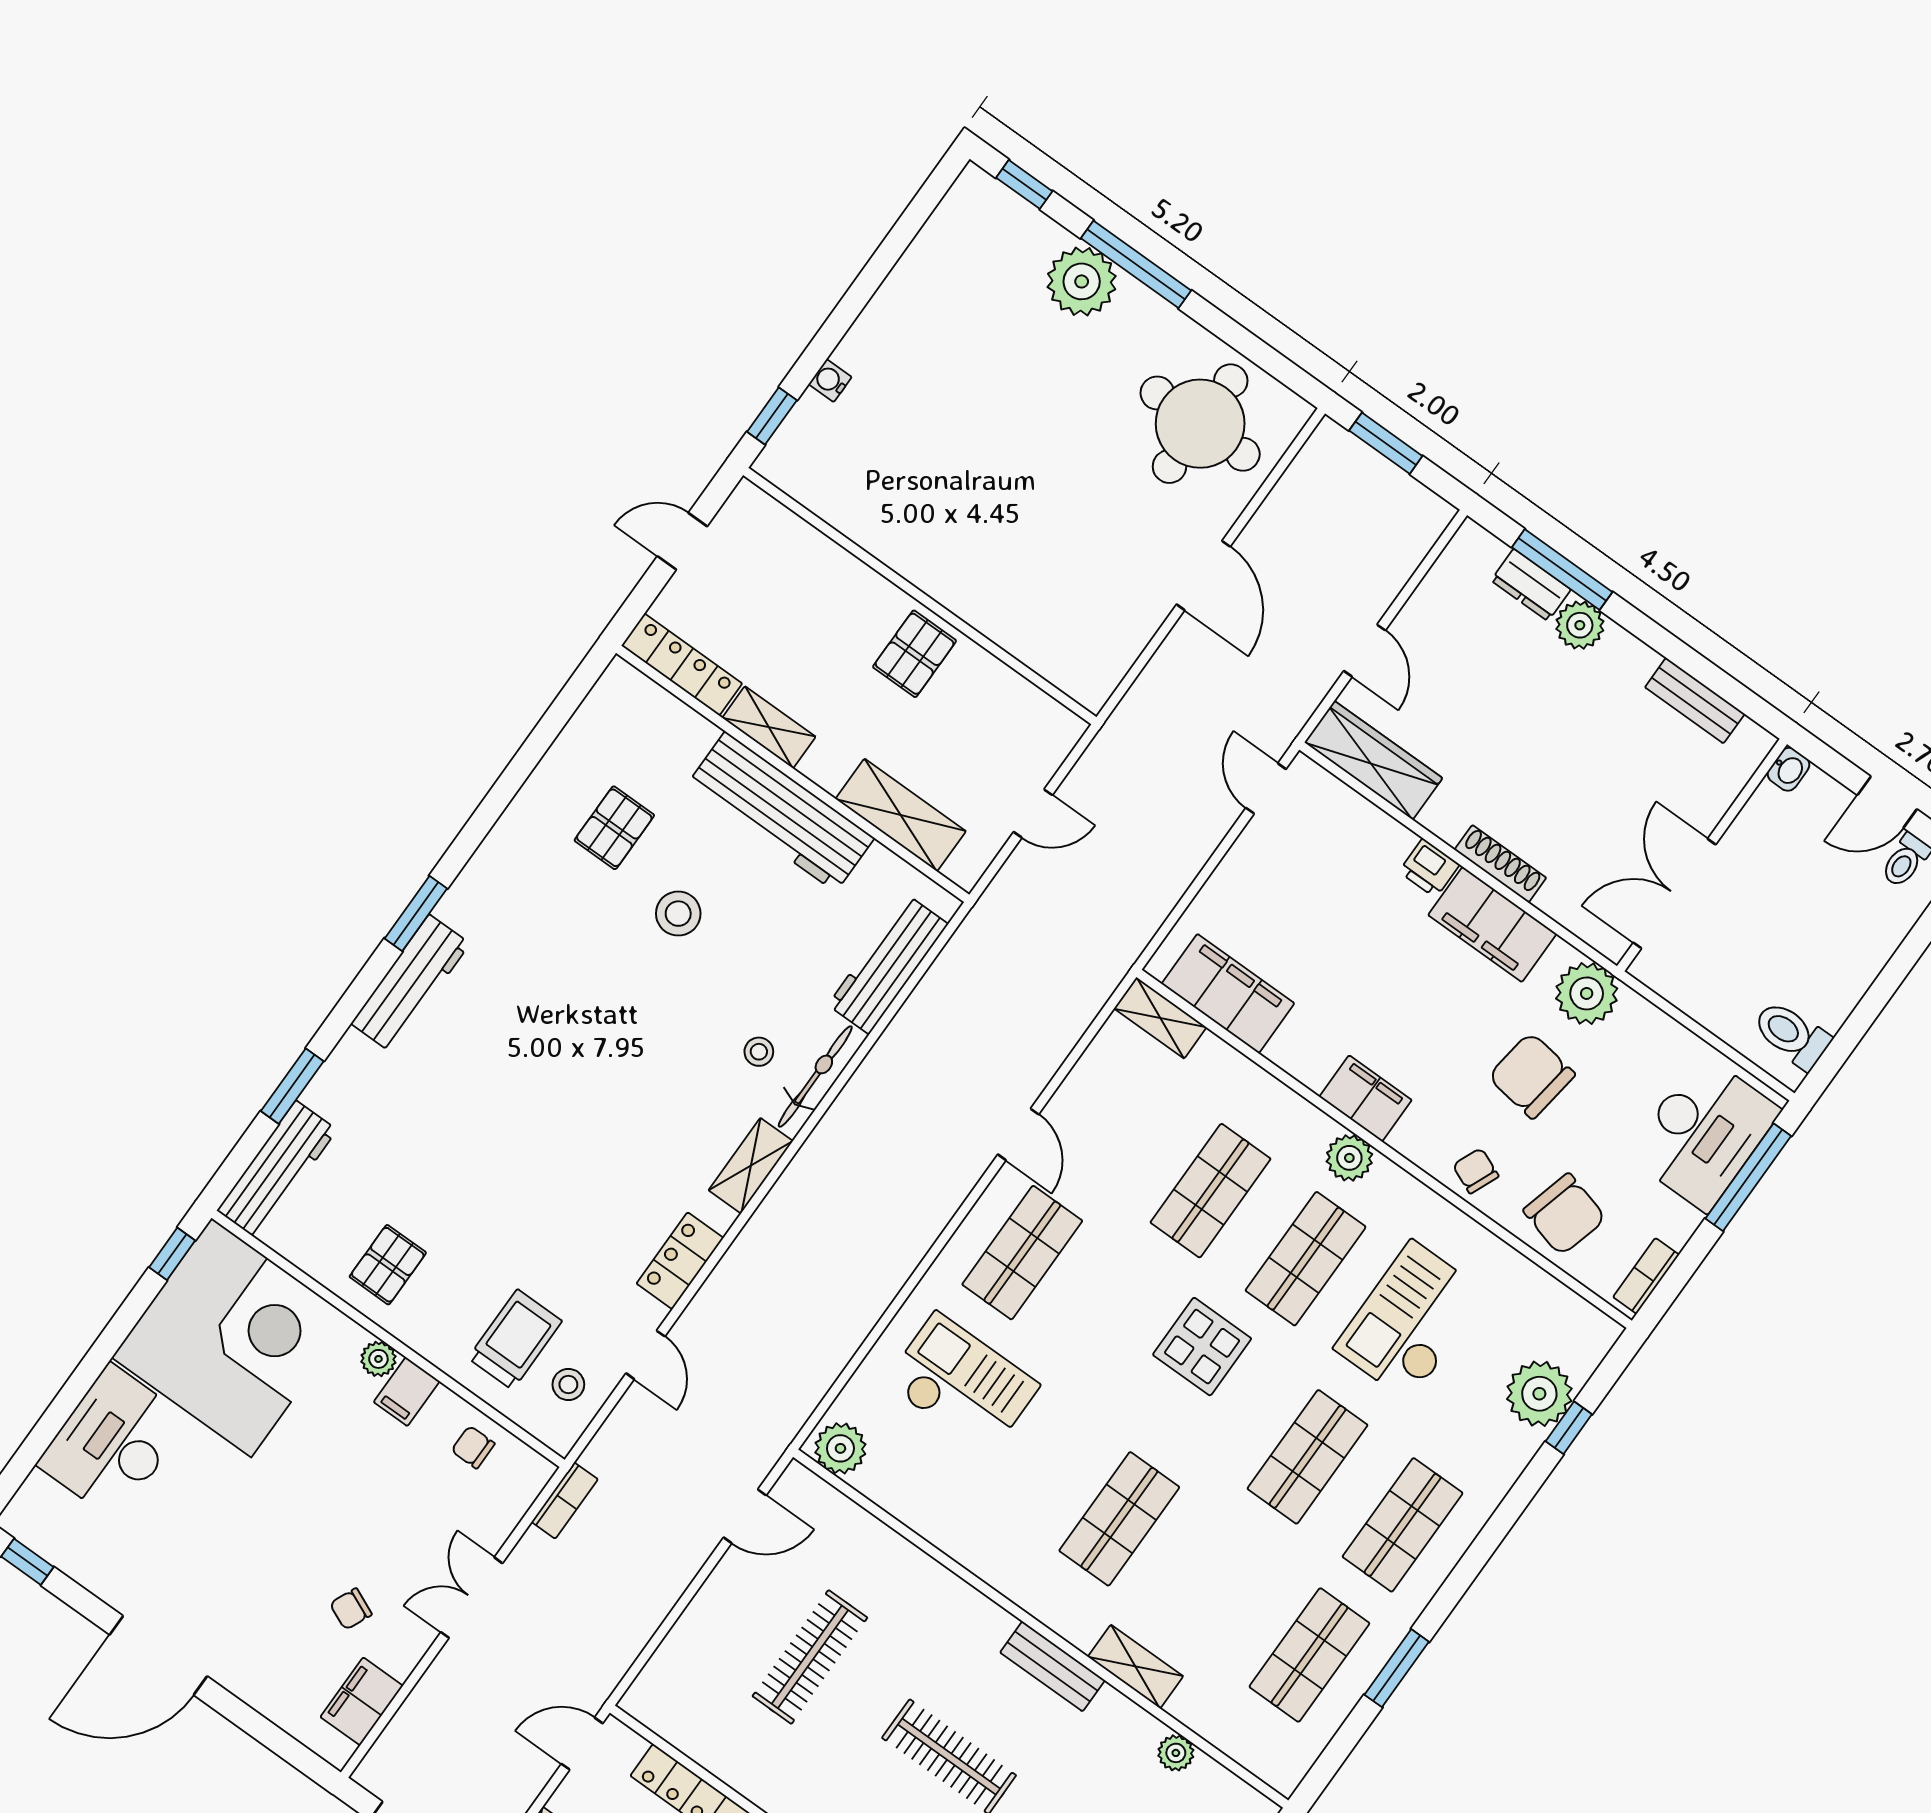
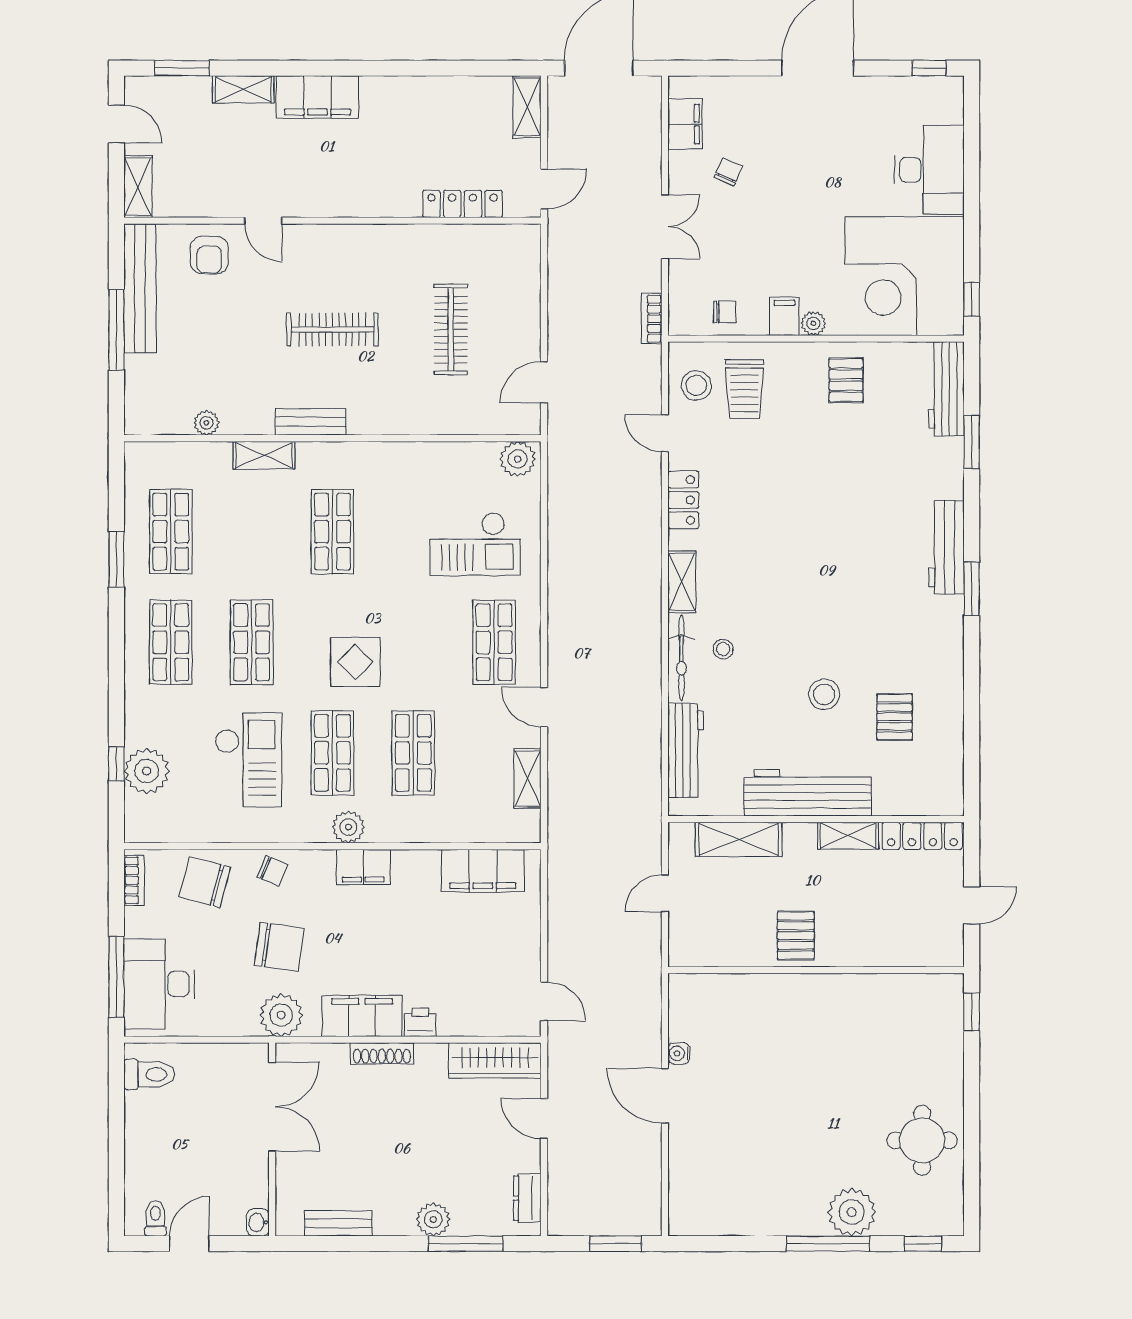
water cooler: (830, 381) -> (679, 1053), moved, turned 180
round table: (1200, 424) -> (922, 1140), moved, width x0.73, depth x0.73
dresser: (1531, 585) -> (527, 1198), moved, turned -90
shelving: (1160, 1018) -> (528, 778), moved, turned 90
stool: (568, 1384) -> (696, 385), width x1.37, depth x1.37

